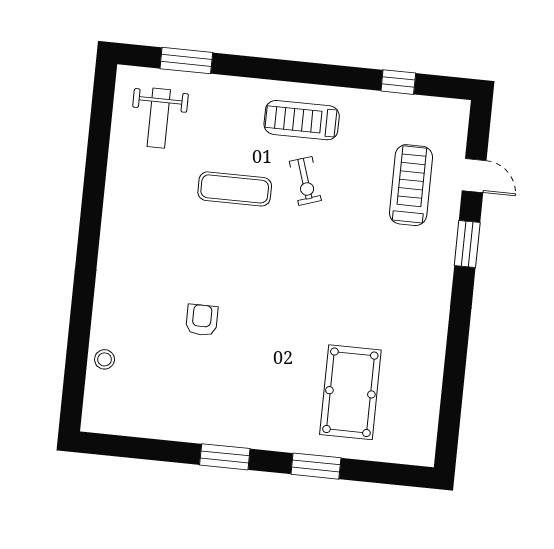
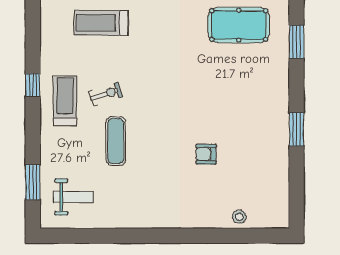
window: (398, 82) -> (33, 85), moved
treadmill: (302, 120) -> (65, 101), turned 180
pool table: (350, 392) -> (239, 25), moved
window: (316, 466) -> (296, 42), moved

